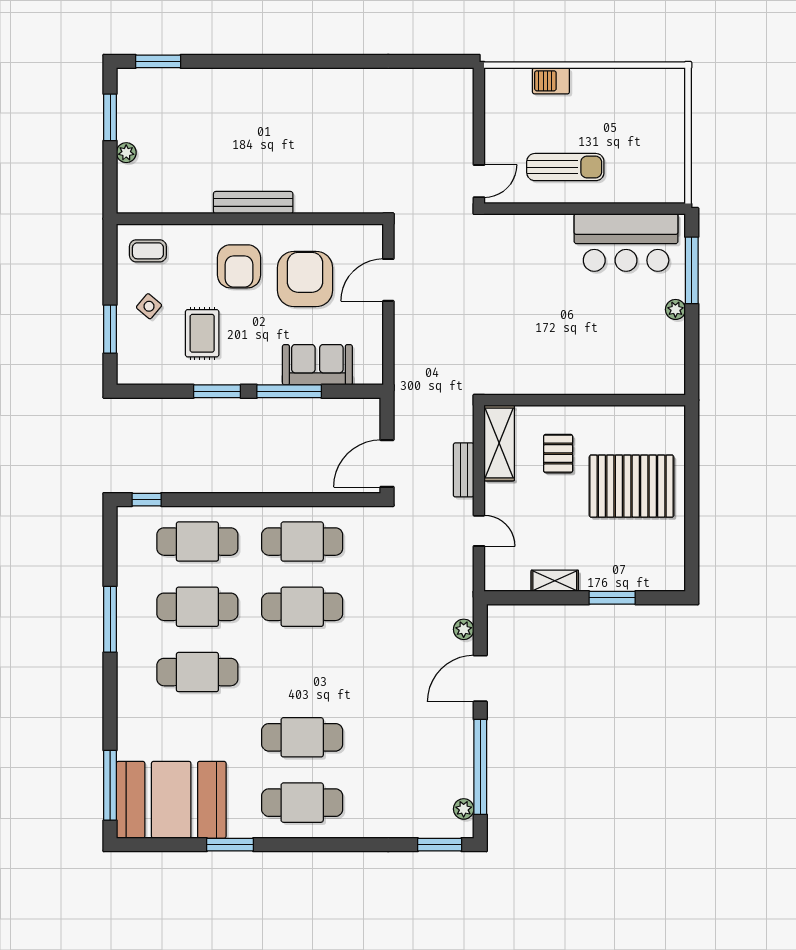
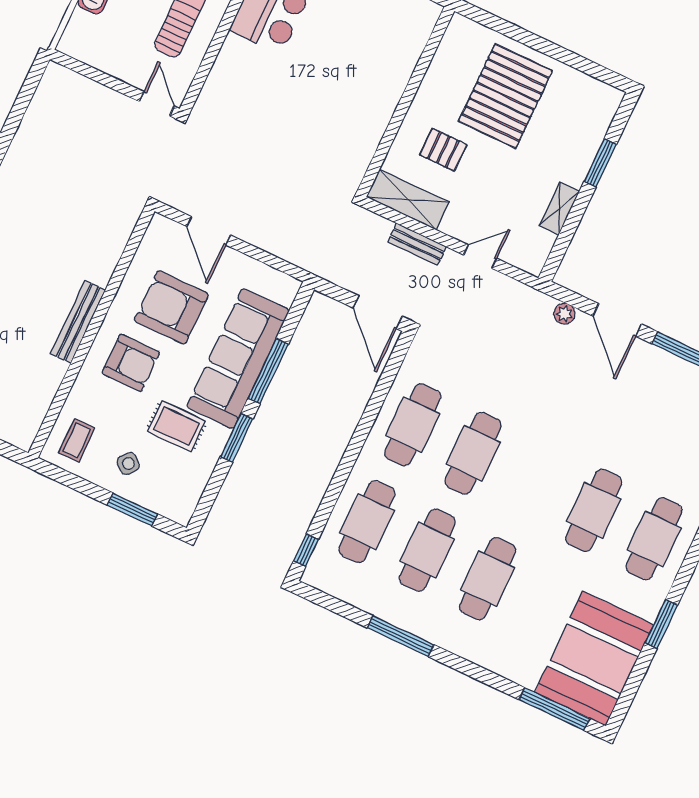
sofa: (317, 365) -> (238, 359), width x1.85, depth x1.27

